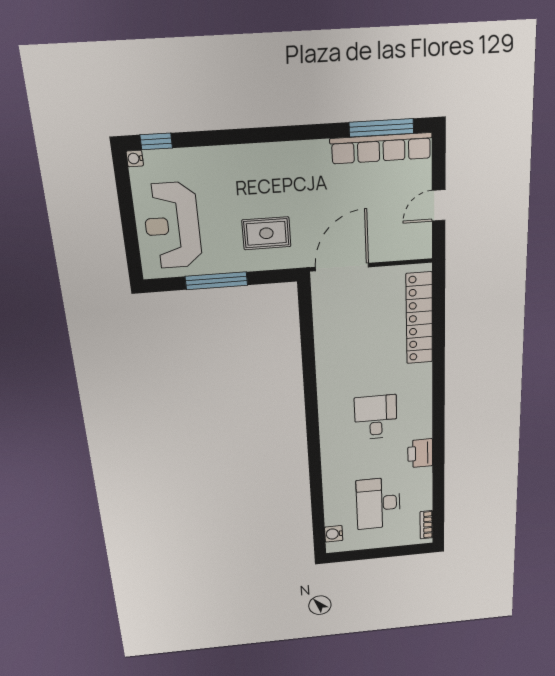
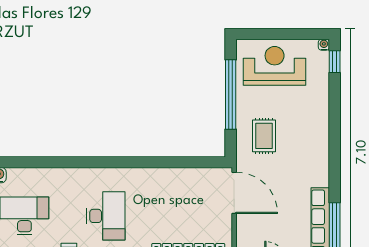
window: (216, 281) -> (231, 95), width x1.46
desk: (376, 417) -> (106, 216), width x1.37

